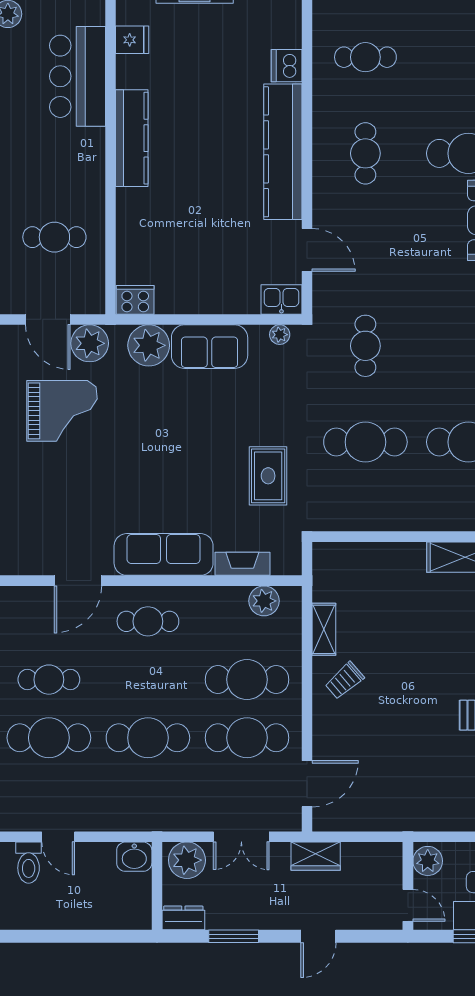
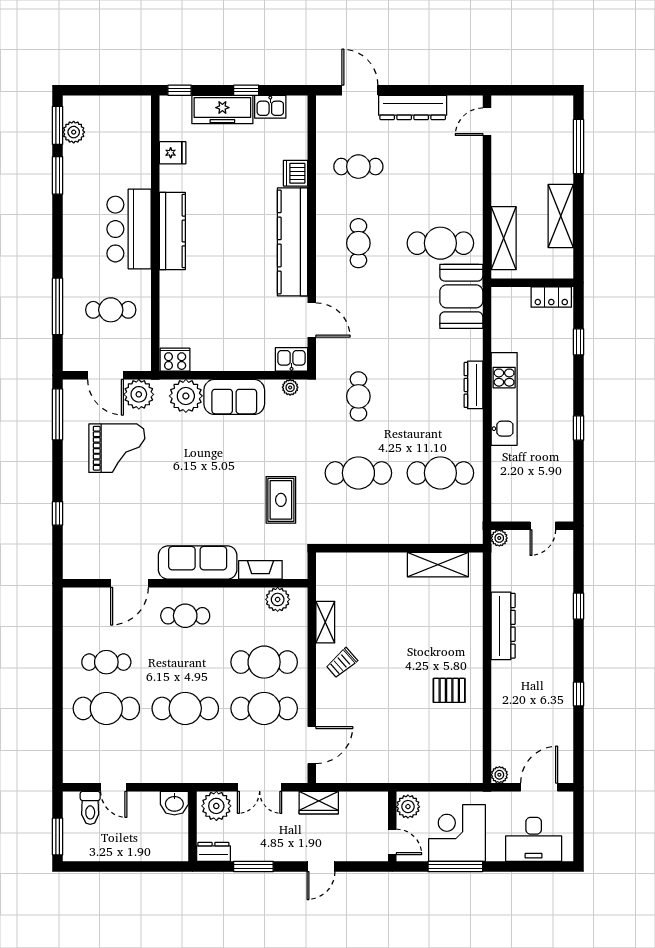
bar counter: (77, 76) -> (129, 229), moved

